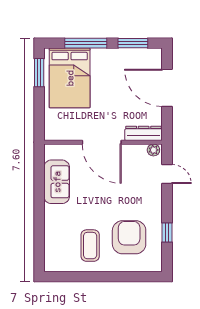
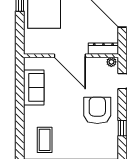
armchair: (129, 237) -> (97, 110), moved
coffee table: (90, 246) -> (45, 140), moved

